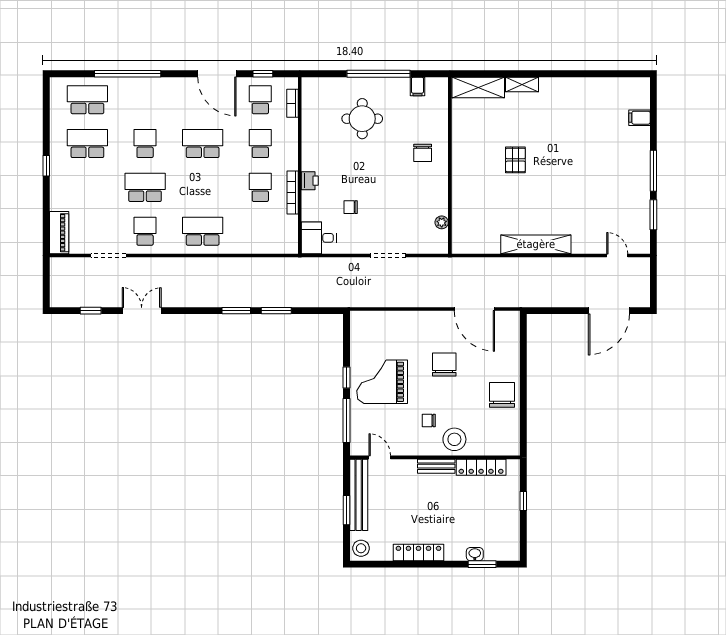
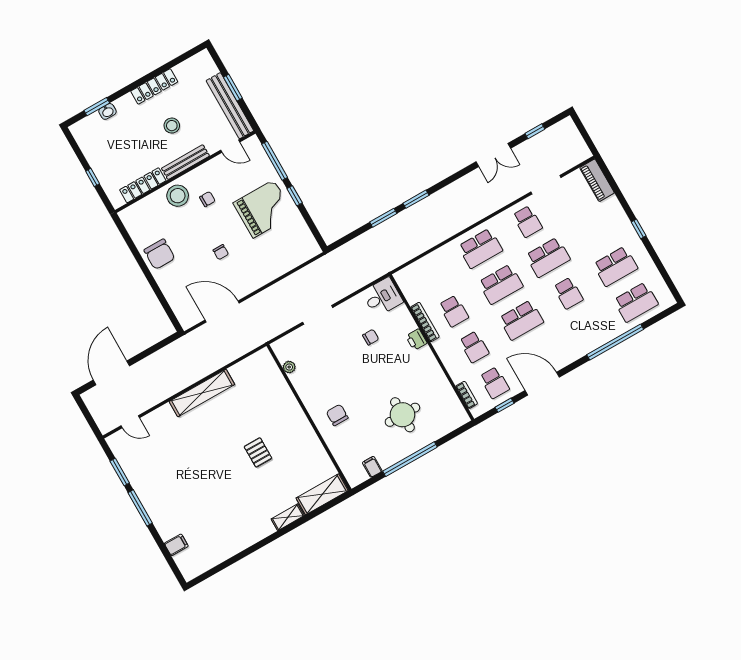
school desk: (203, 187) -> (501, 284), added
chair: (444, 364) -> (221, 252), width x0.54, depth x0.54
bench: (436, 466) -> (185, 162), width x1.36
stool: (361, 548) -> (172, 126), moved

